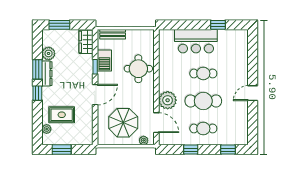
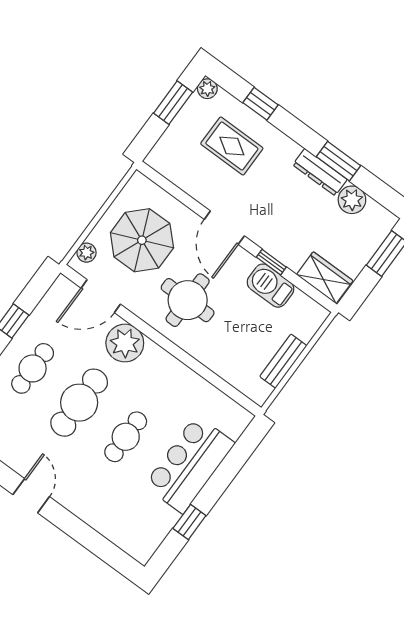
bench: (113, 34) -> (283, 361), moved
round table: (138, 69) -> (188, 300), moved
window: (37, 93) -> (260, 104), moved
rug: (62, 115) -> (232, 146), turned 90
plant: (47, 129) -> (207, 89), moved

